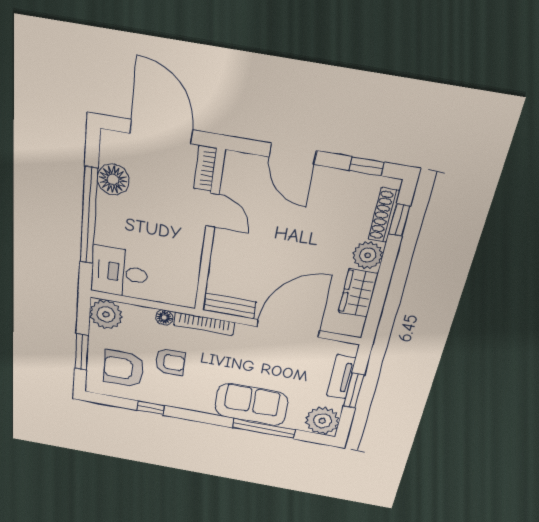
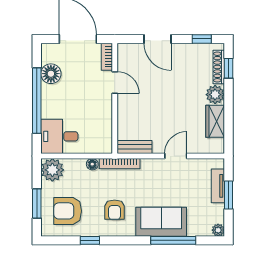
door: (288, 329) -> (176, 156), width x0.53
armchair: (170, 362) -> (114, 210), moved, turned 90
plant: (322, 421) -> (218, 230), width x0.53, depth x0.53

